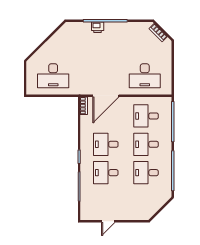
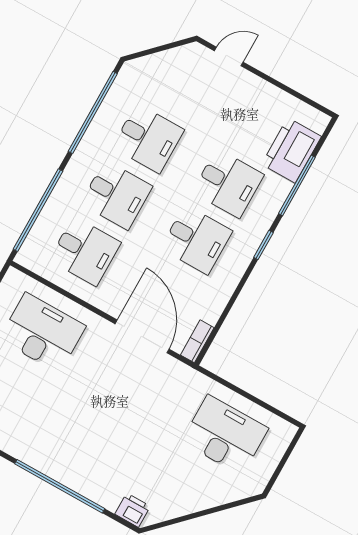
printer: (98, 27) -> (133, 510), moved
door: (106, 96) -> (142, 336), hinge flipped
printer: (89, 199) -> (291, 150), added
door: (108, 221) -> (229, 56), moved

